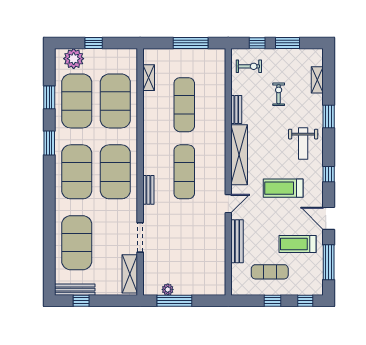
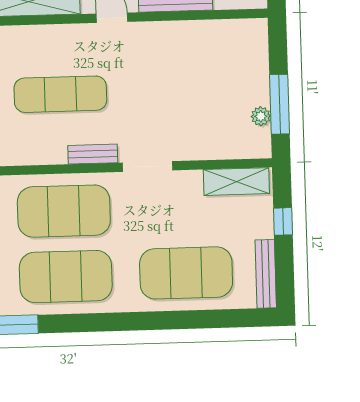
doorway: (140, 237) -> (148, 166), moved
window: (81, 301) -> (283, 221), moved

